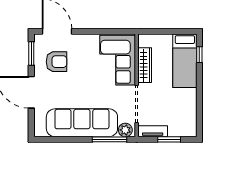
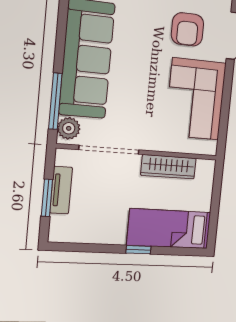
window: (199, 55) -> (138, 250), moved
corner sofa: (118, 60) -> (196, 99), moved, turned -90
tv unit: (153, 131) -> (61, 190), moved

